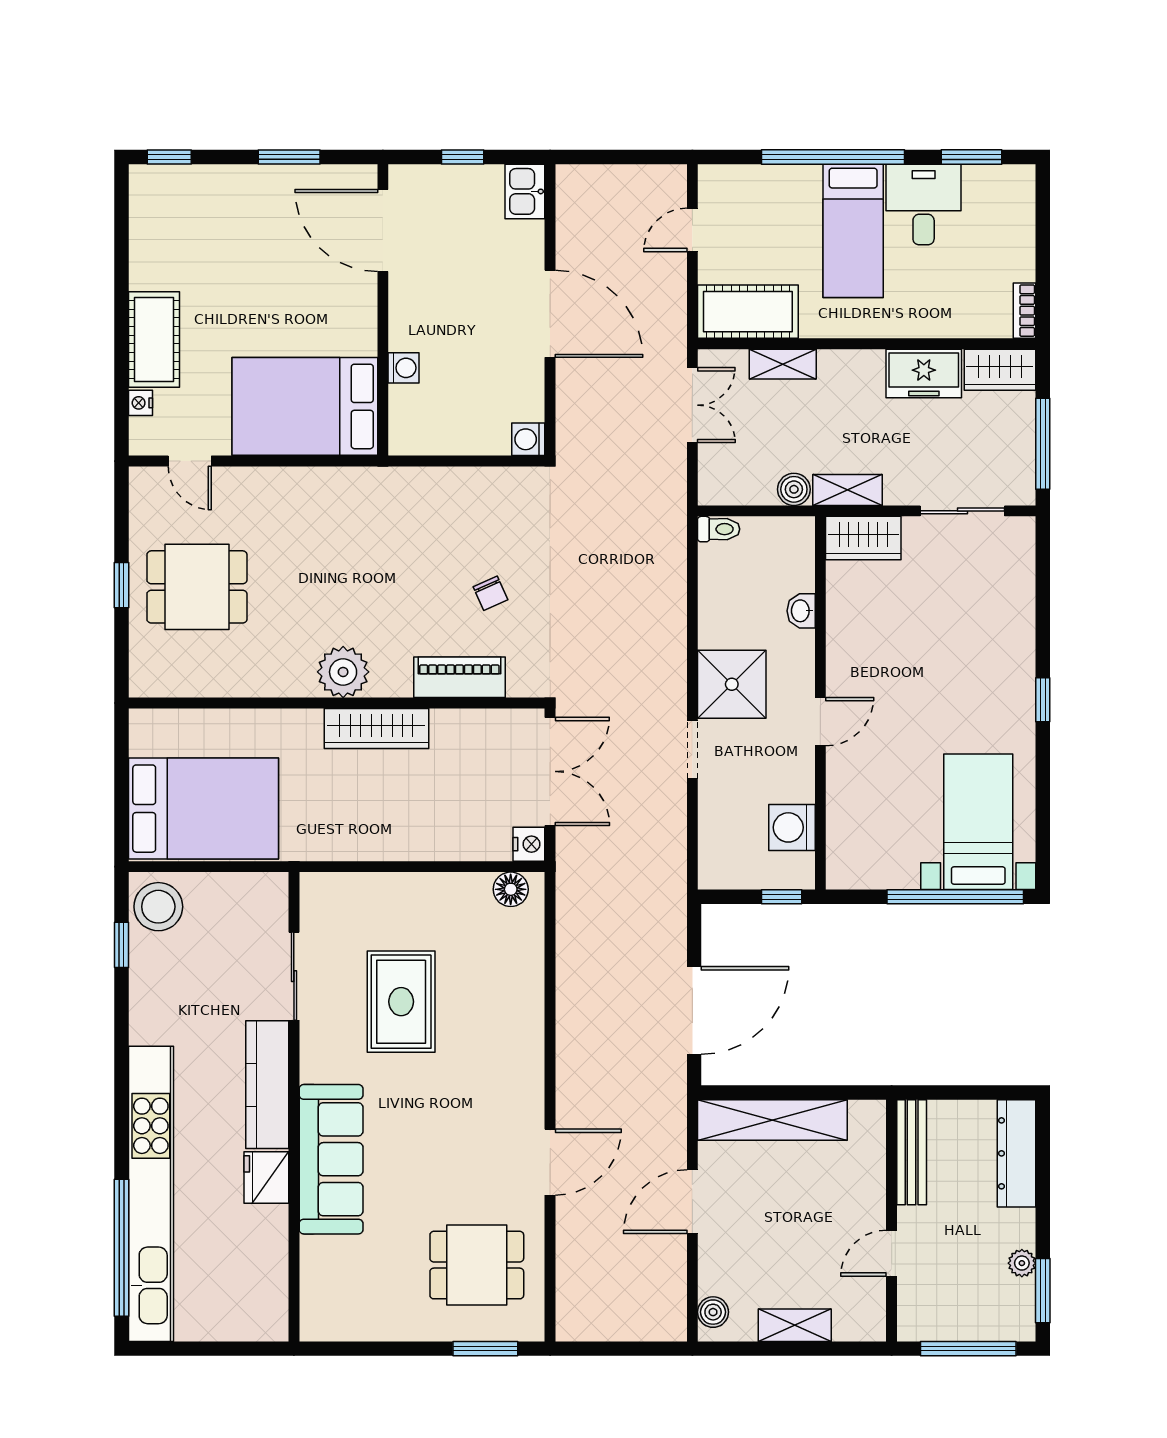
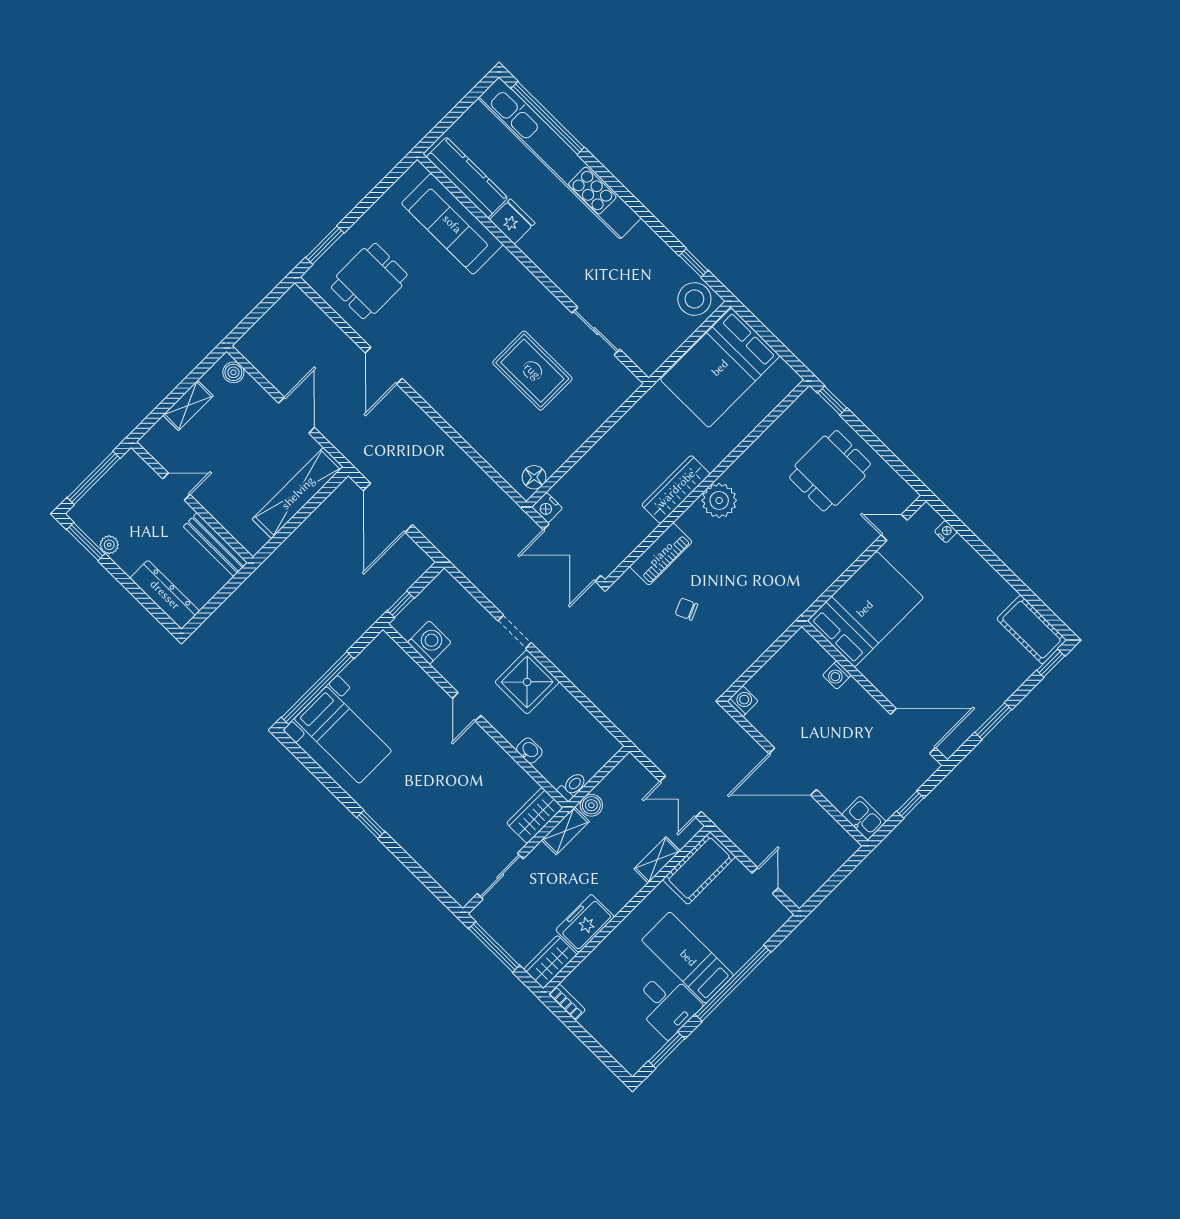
cot: (154, 340) -> (1031, 630), moved
toilet: (719, 529) -> (572, 786), moved, turned 180
window: (121, 585) -> (832, 401), moved
kitchen counter: (267, 1085) -> (467, 178), moved
sofa: (331, 1159) -> (452, 224), moved
door: (892, 1253) -> (176, 487), hinge flipped

